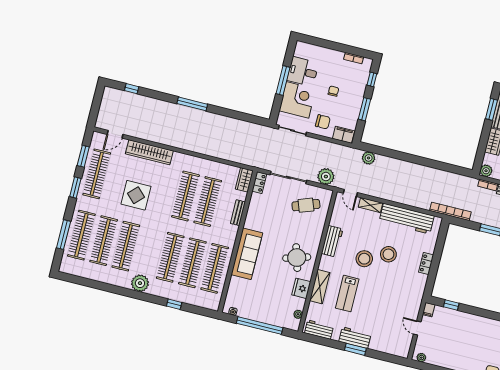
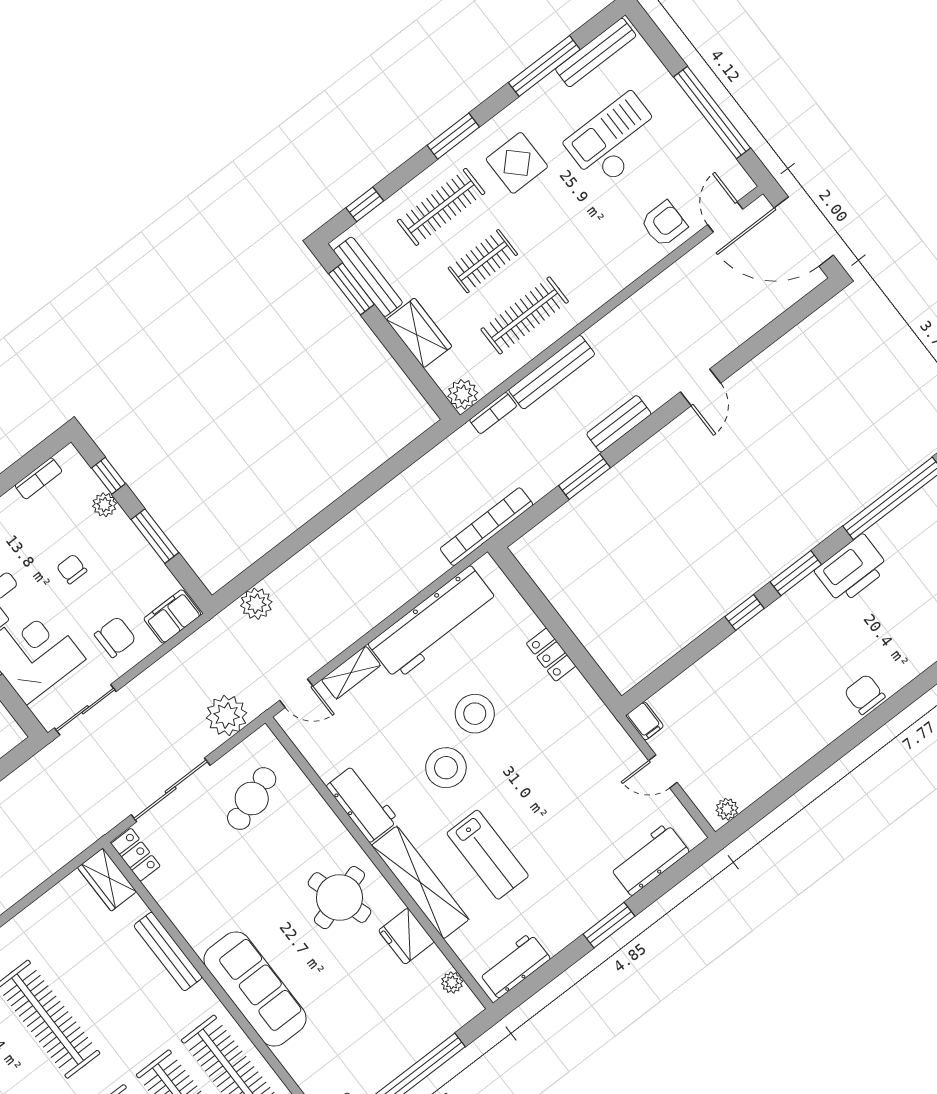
plant: (362, 85) -> (104, 505), added
clothes rail: (208, 202) -> (93, 984), removed
bench: (238, 213) -> (168, 952), width x1.36
shelving: (320, 287) -> (420, 882), width x1.47
window: (451, 305) -> (745, 613), moved
workbench: (355, 338) -> (649, 859), moved

